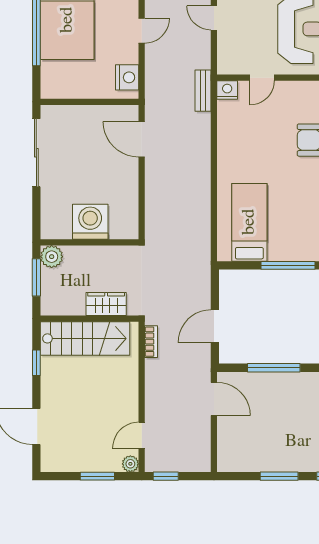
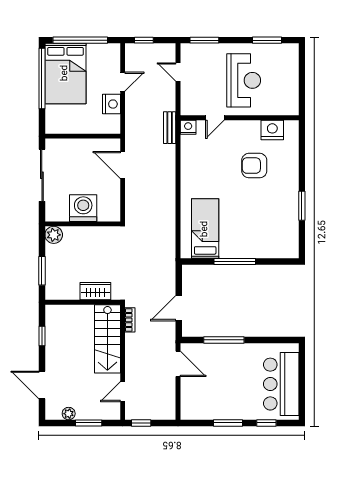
nightstand: (127, 77) -> (112, 104), moved
washing machine: (90, 222) -> (83, 208), moved
wall: (90, 242) -> (83, 224), moved
plant: (52, 257) -> (54, 235), moved
stairs: (85, 338) -> (107, 339), moved, turned 90
plant: (130, 464) -> (69, 414), moved

